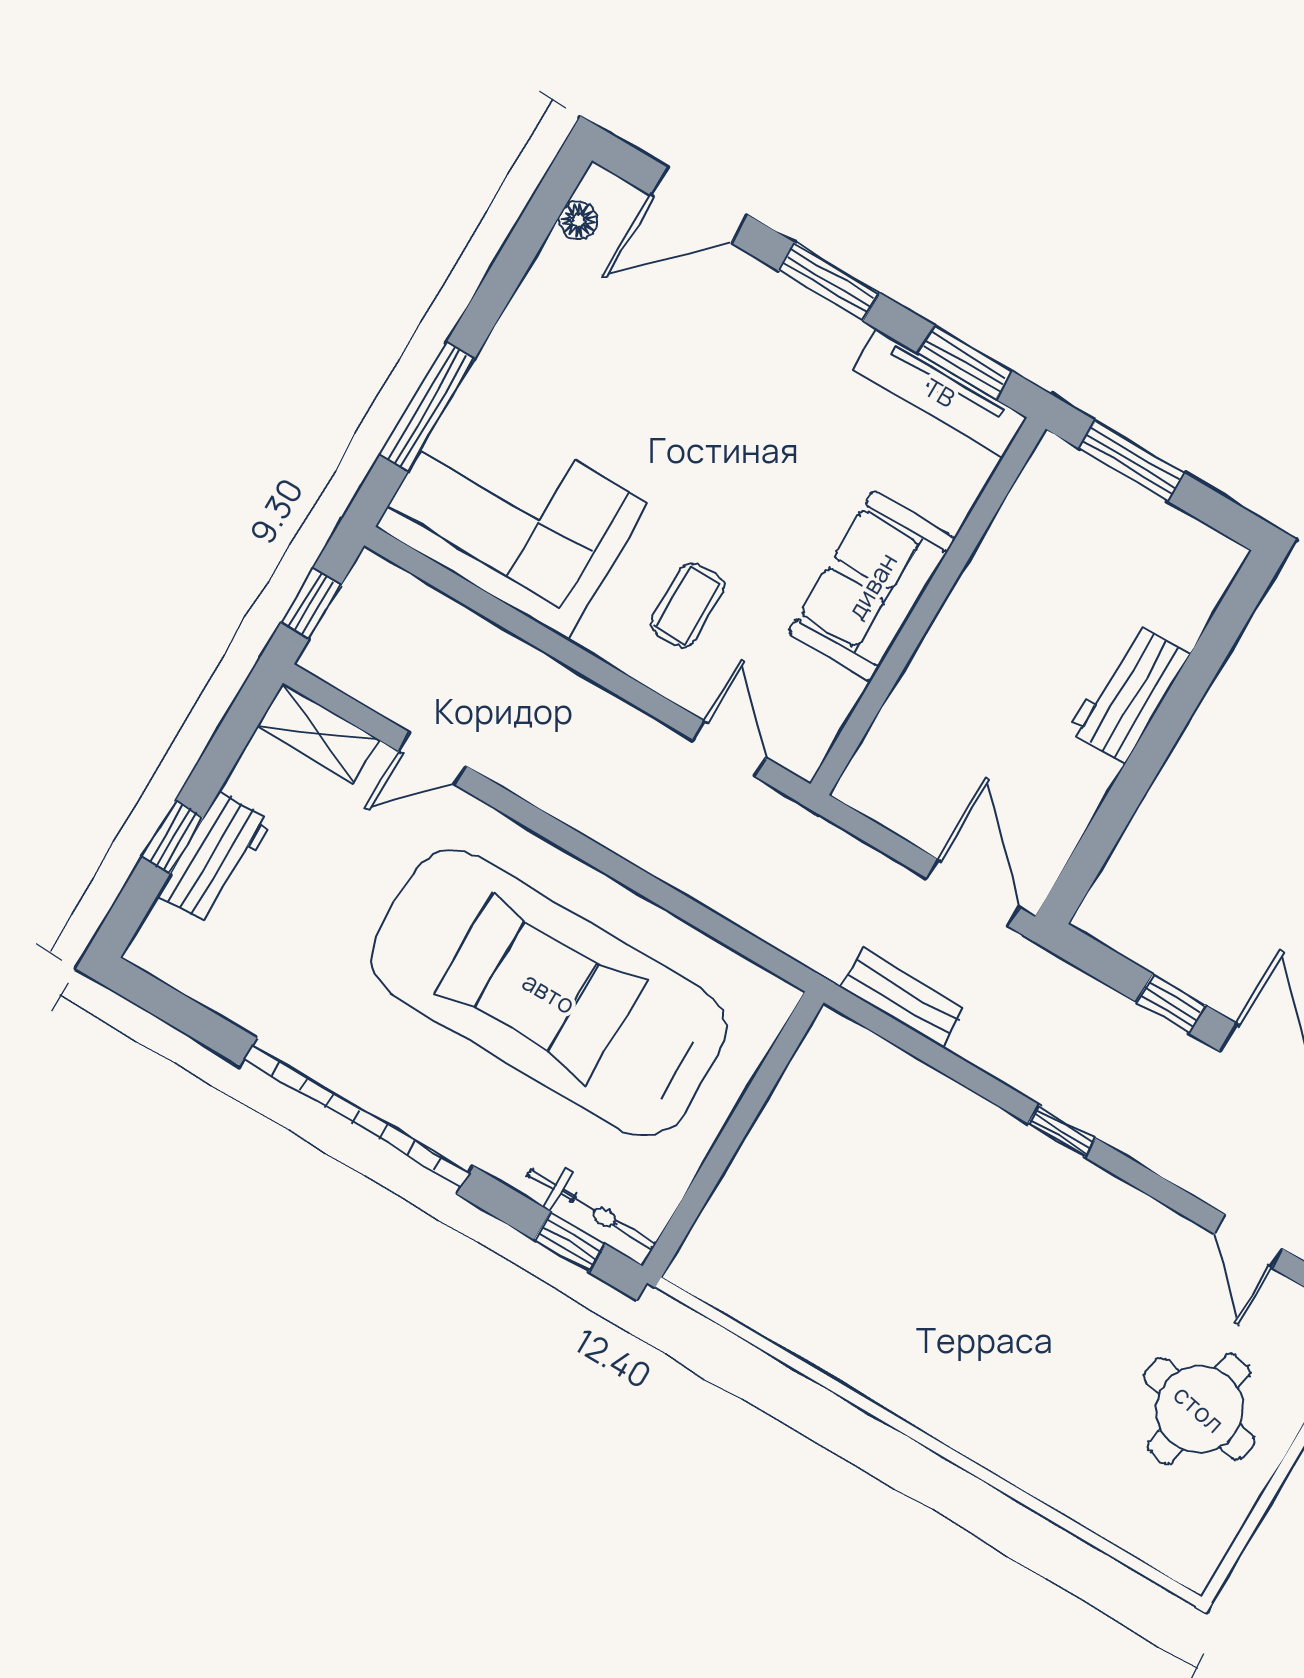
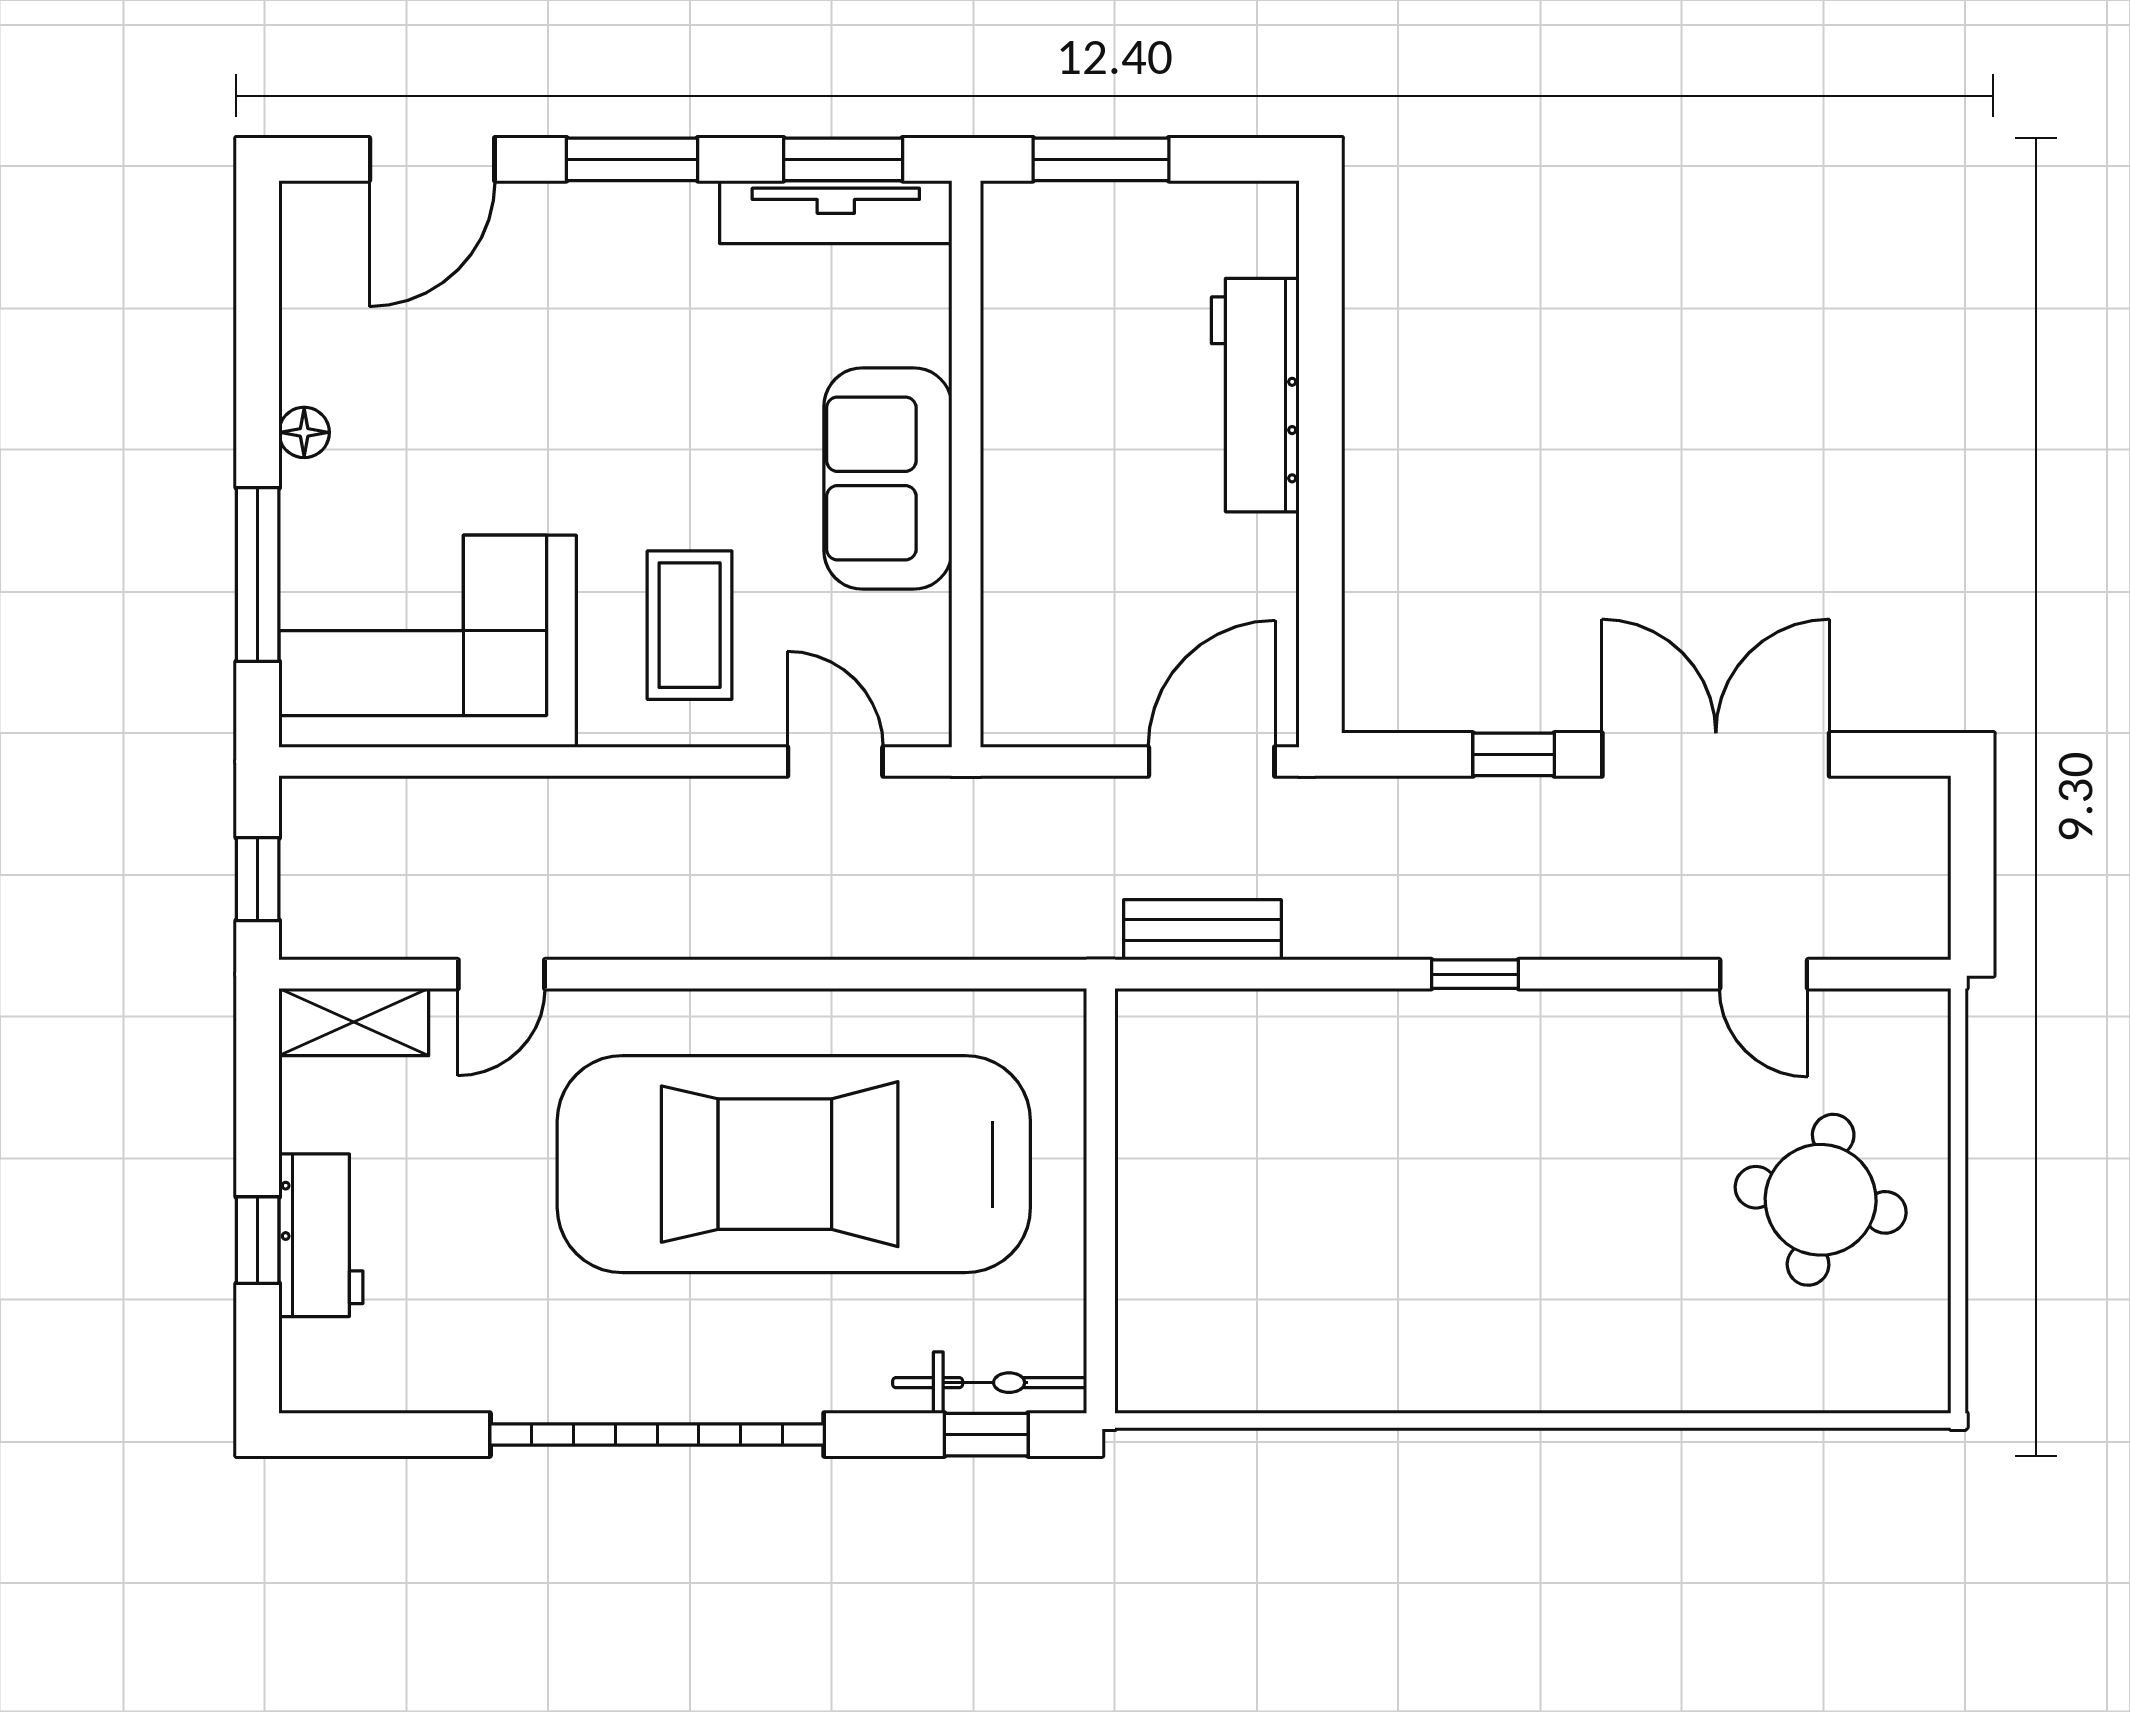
floor lamp: (578, 220) -> (304, 432), moved
coffee table: (687, 605) -> (690, 625), width x1.36, depth x1.30
workbench: (1129, 693) -> (1255, 395), width x1.38
door: (973, 893) -> (1212, 762), hinge flipped

